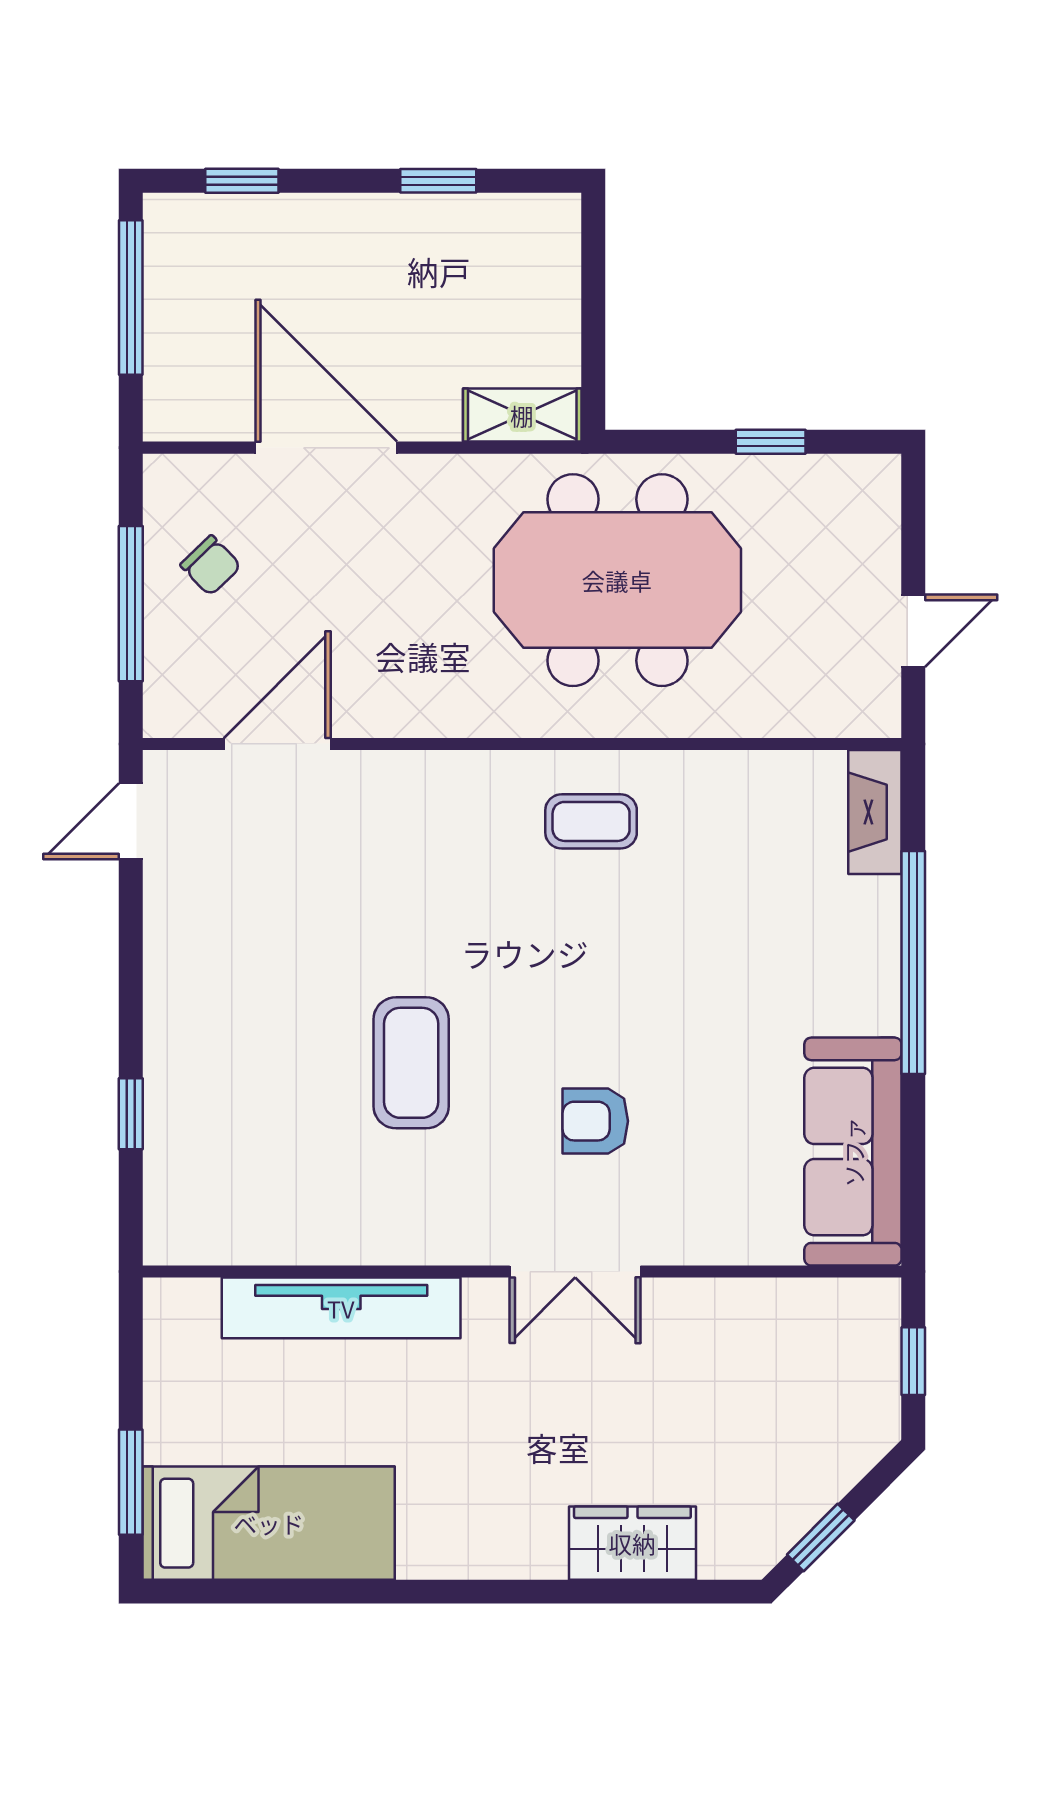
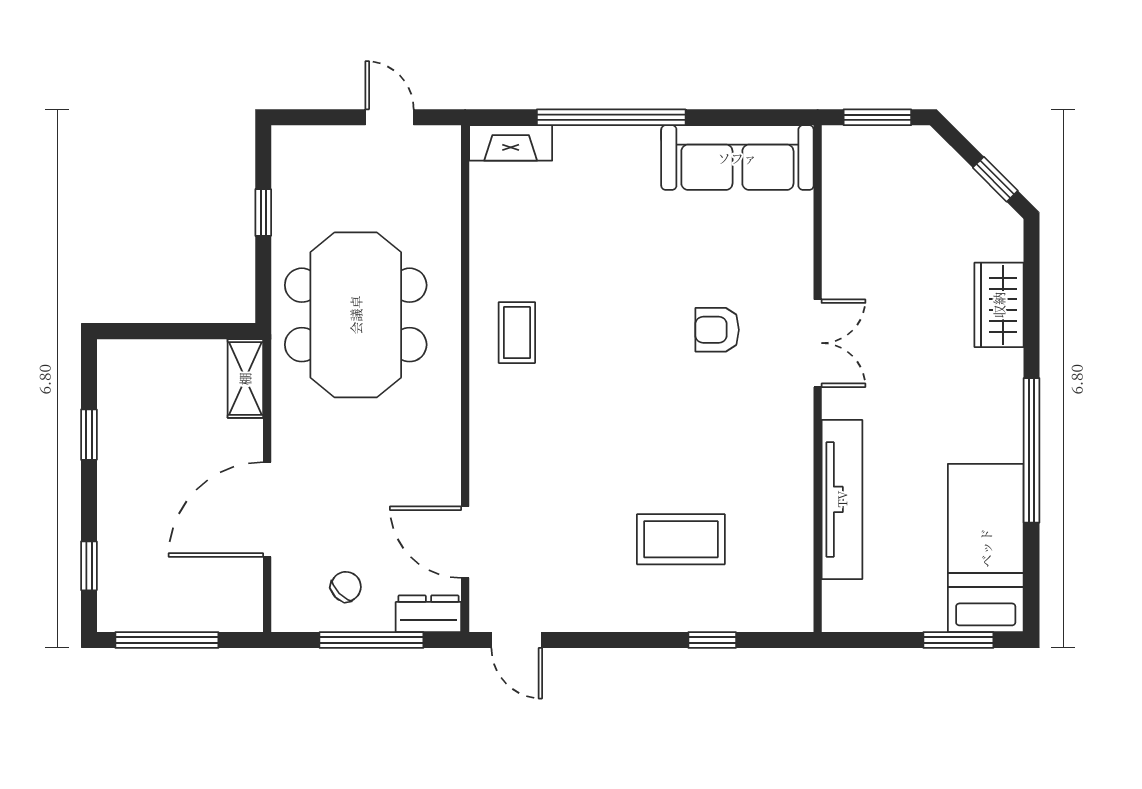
dresser: (170, 689) -> (428, 614), added
coffee table: (411, 1063) -> (681, 539), moved
armchair: (595, 1121) -> (717, 330), turned 90
window: (913, 1361) -> (877, 117), width x1.50
window: (415, 1592) -> (1031, 450), added

